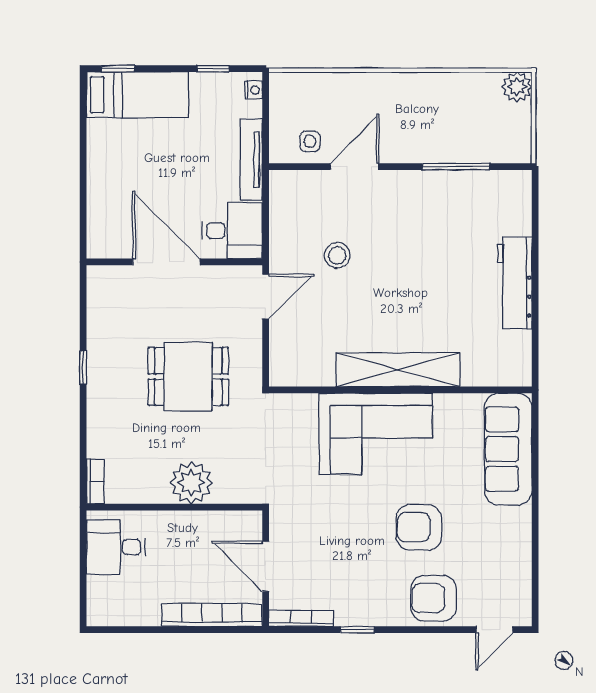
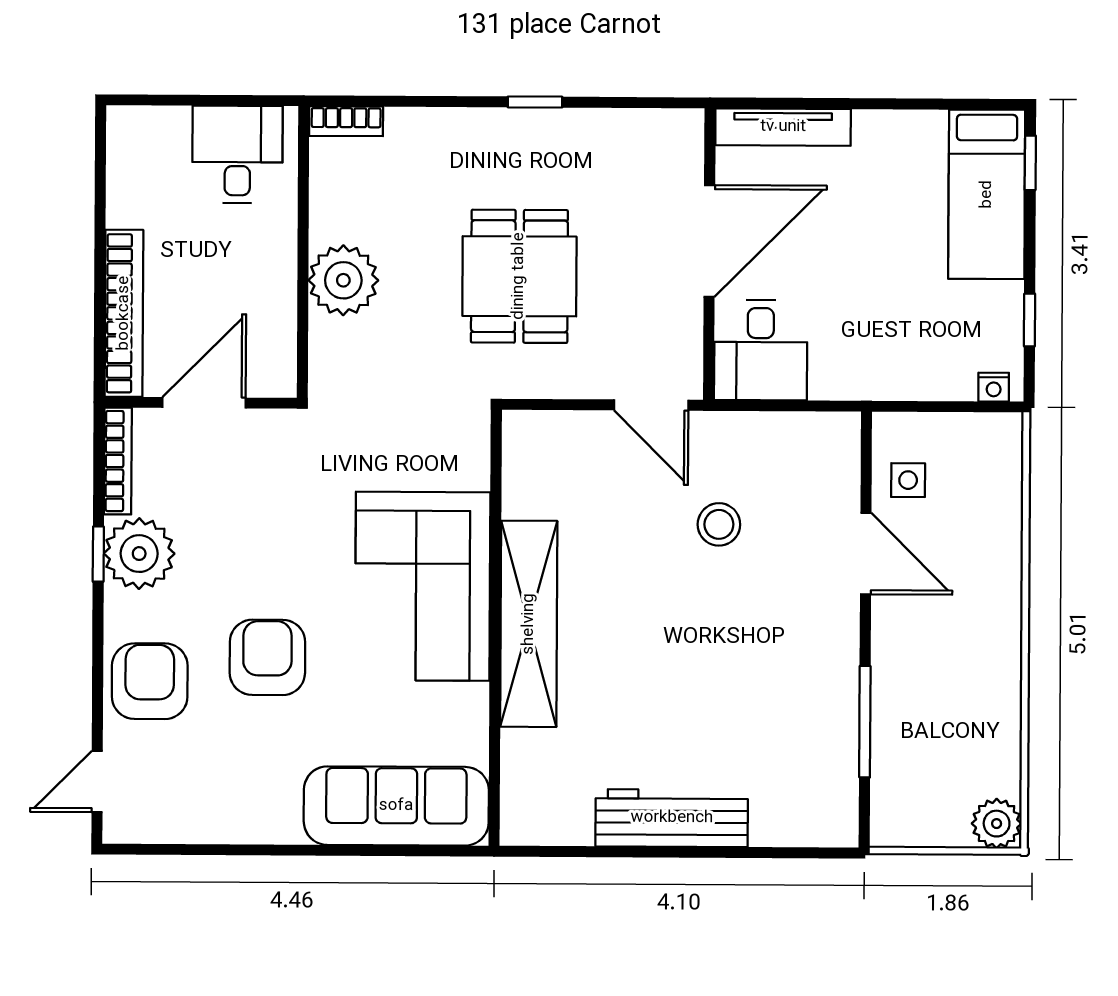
tv unit: (251, 160) -> (783, 127), moved, turned 180
plant: (357, 605) -> (139, 554), added
door: (494, 630) -> (97, 782), hinge flipped

